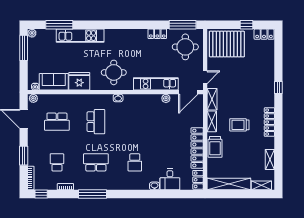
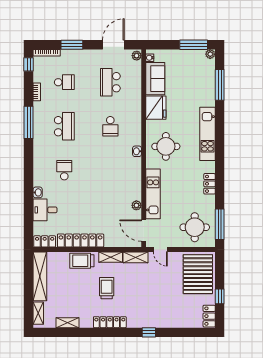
locker: (157, 34) -> (210, 184), moved
kitchen unit: (80, 36) -> (207, 134), moved
school desk: (96, 122) -> (110, 126), width x0.54
school desk: (135, 162) -> (64, 170), turned 90

